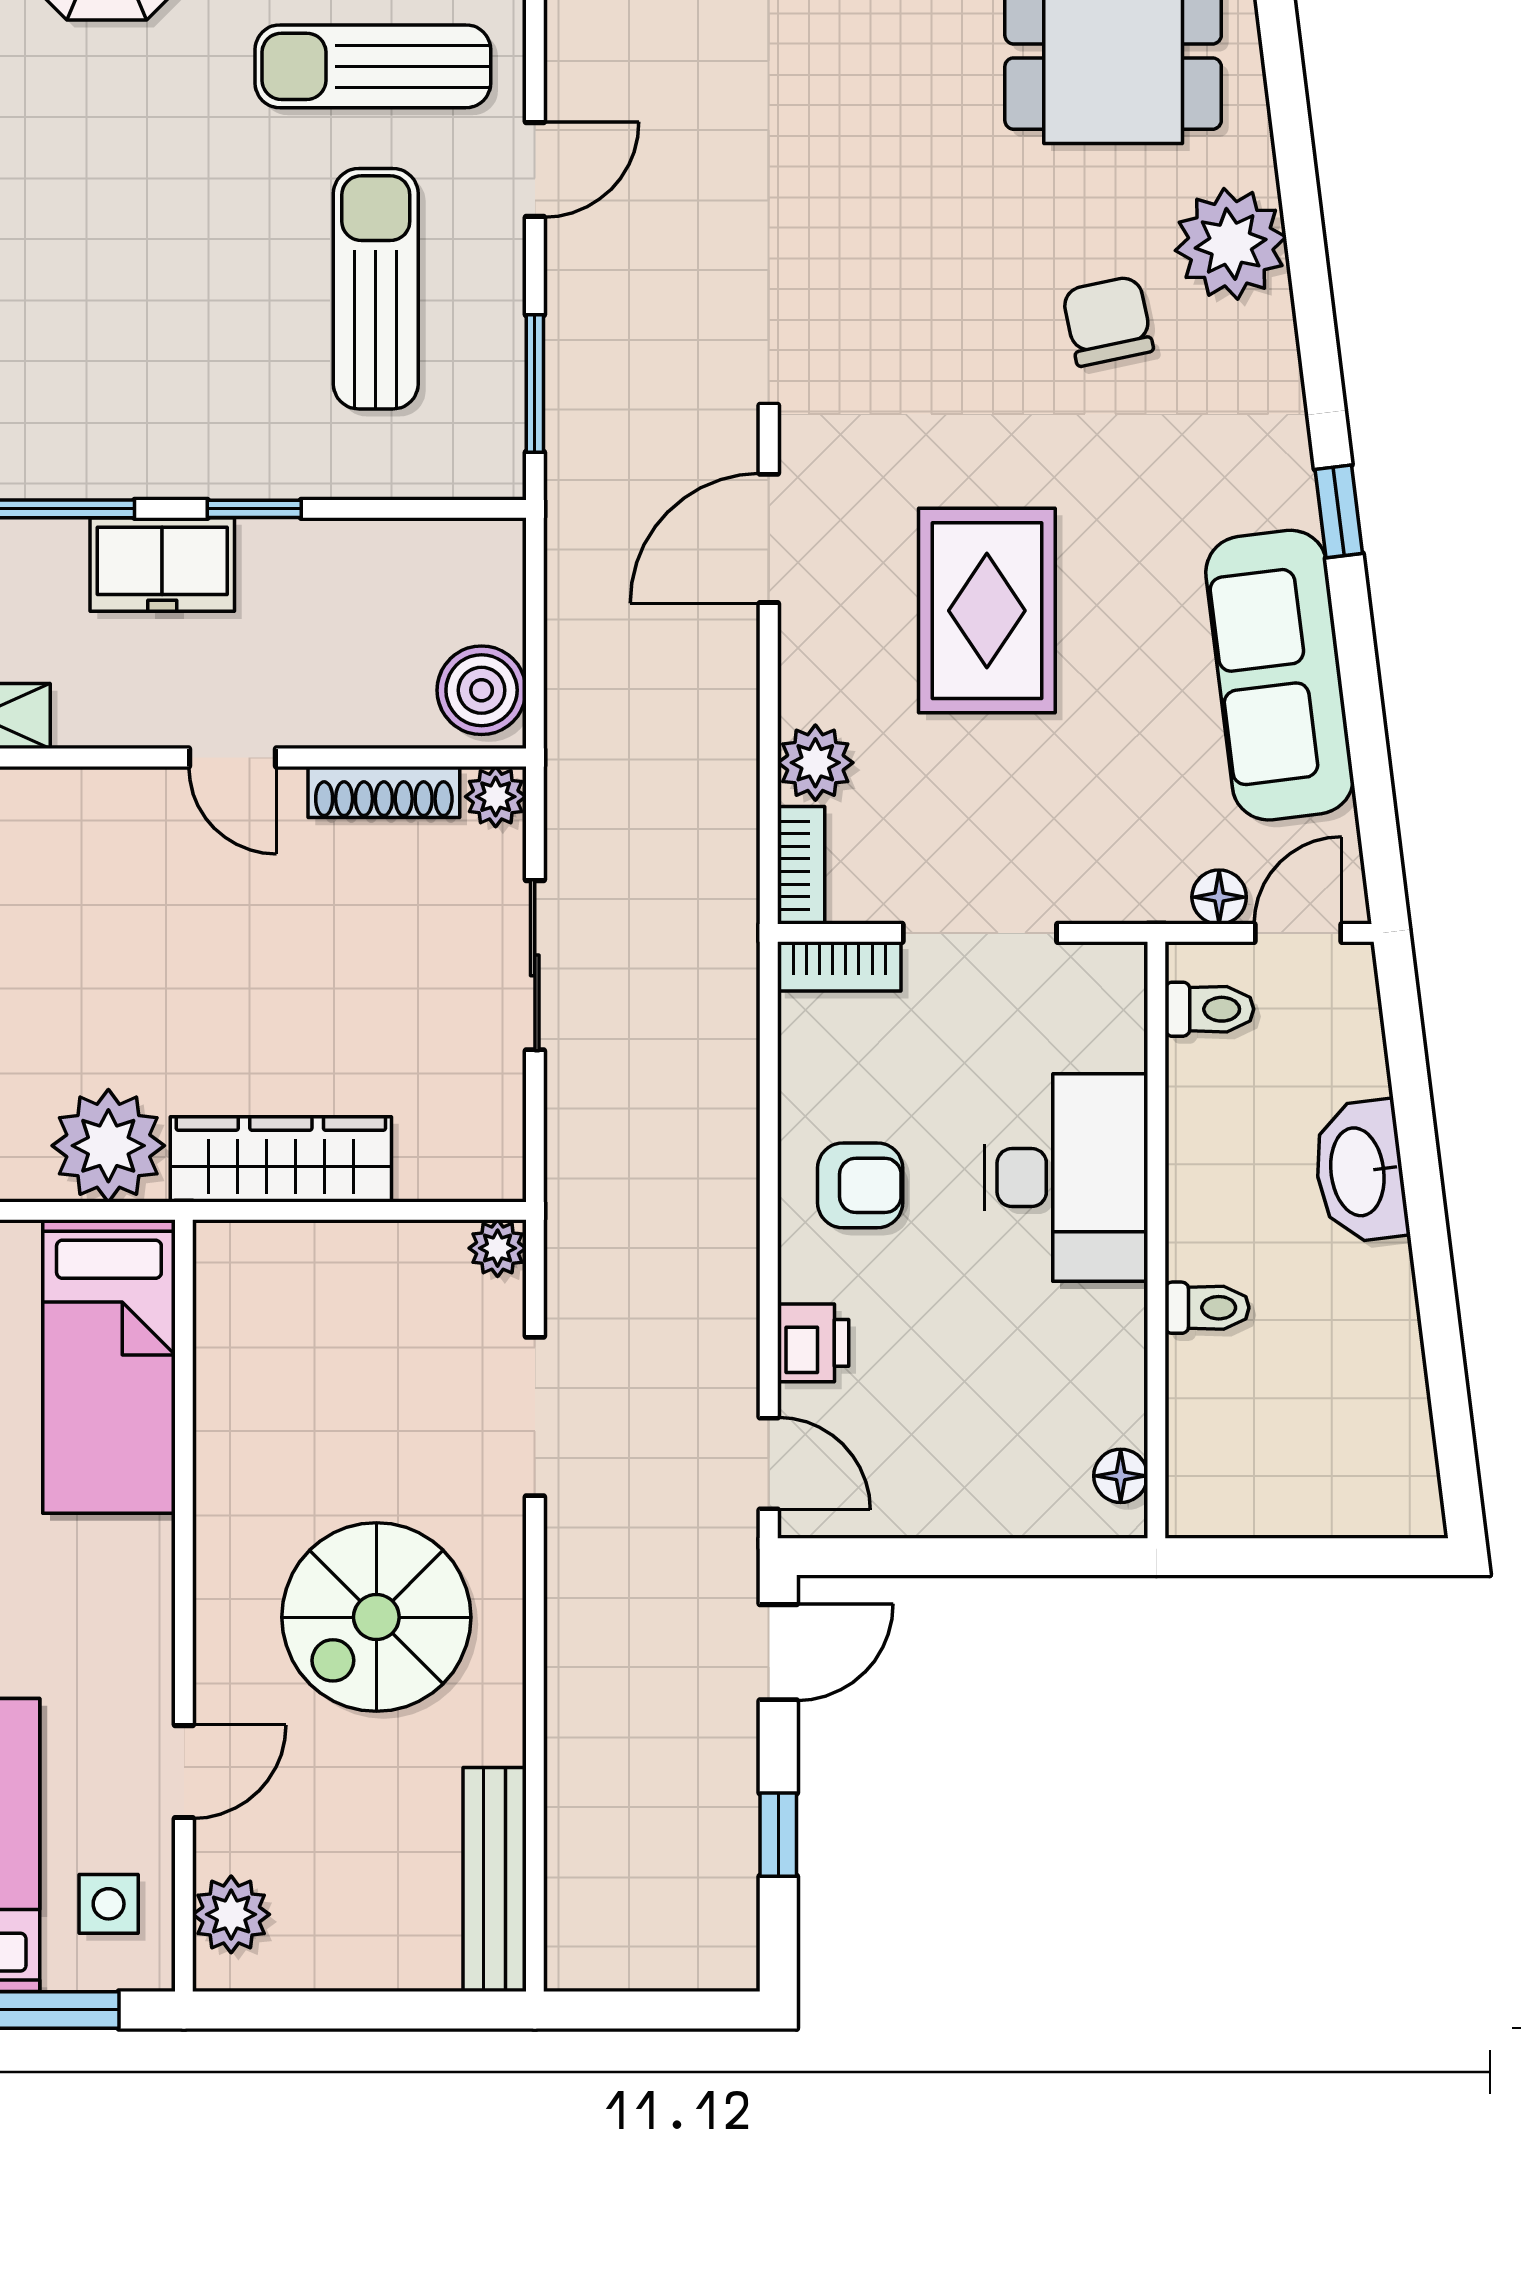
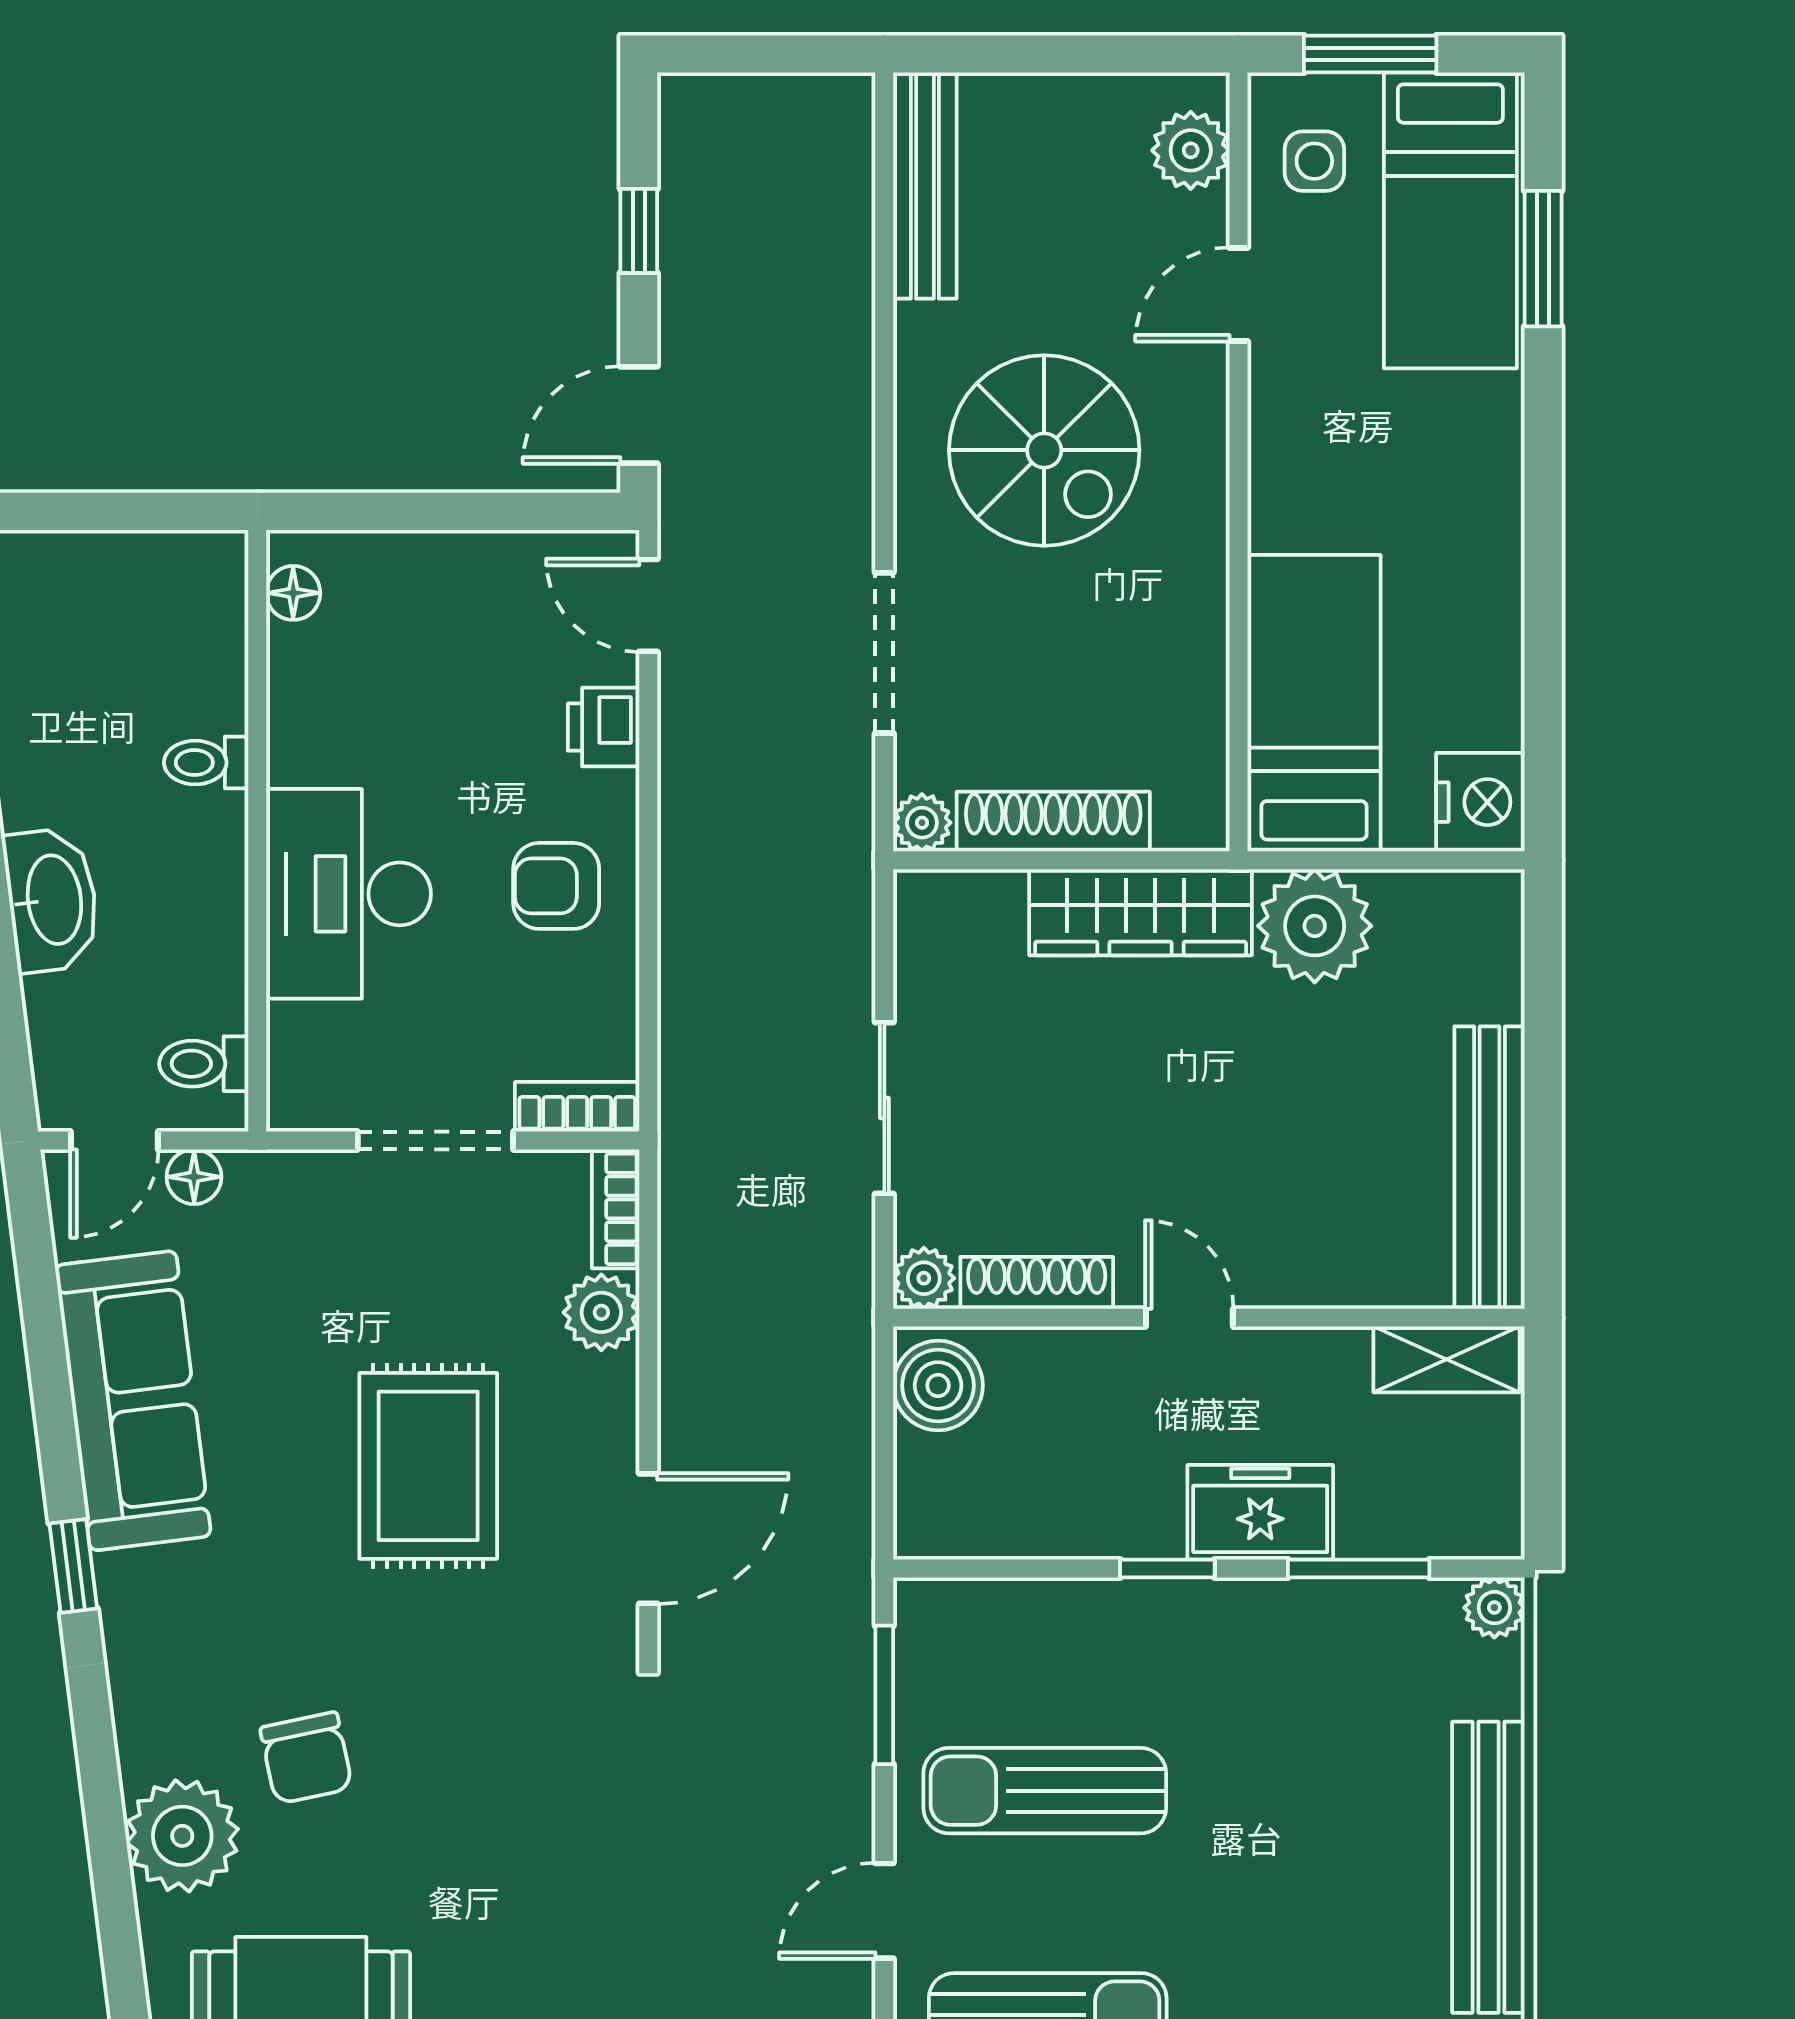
sun lounger: (376, 289) -> (1045, 1791), turned 90
shoe rack: (367, 1249) -> (1053, 822), added
spiral stairs: (376, 1617) -> (1044, 450), turned 90

